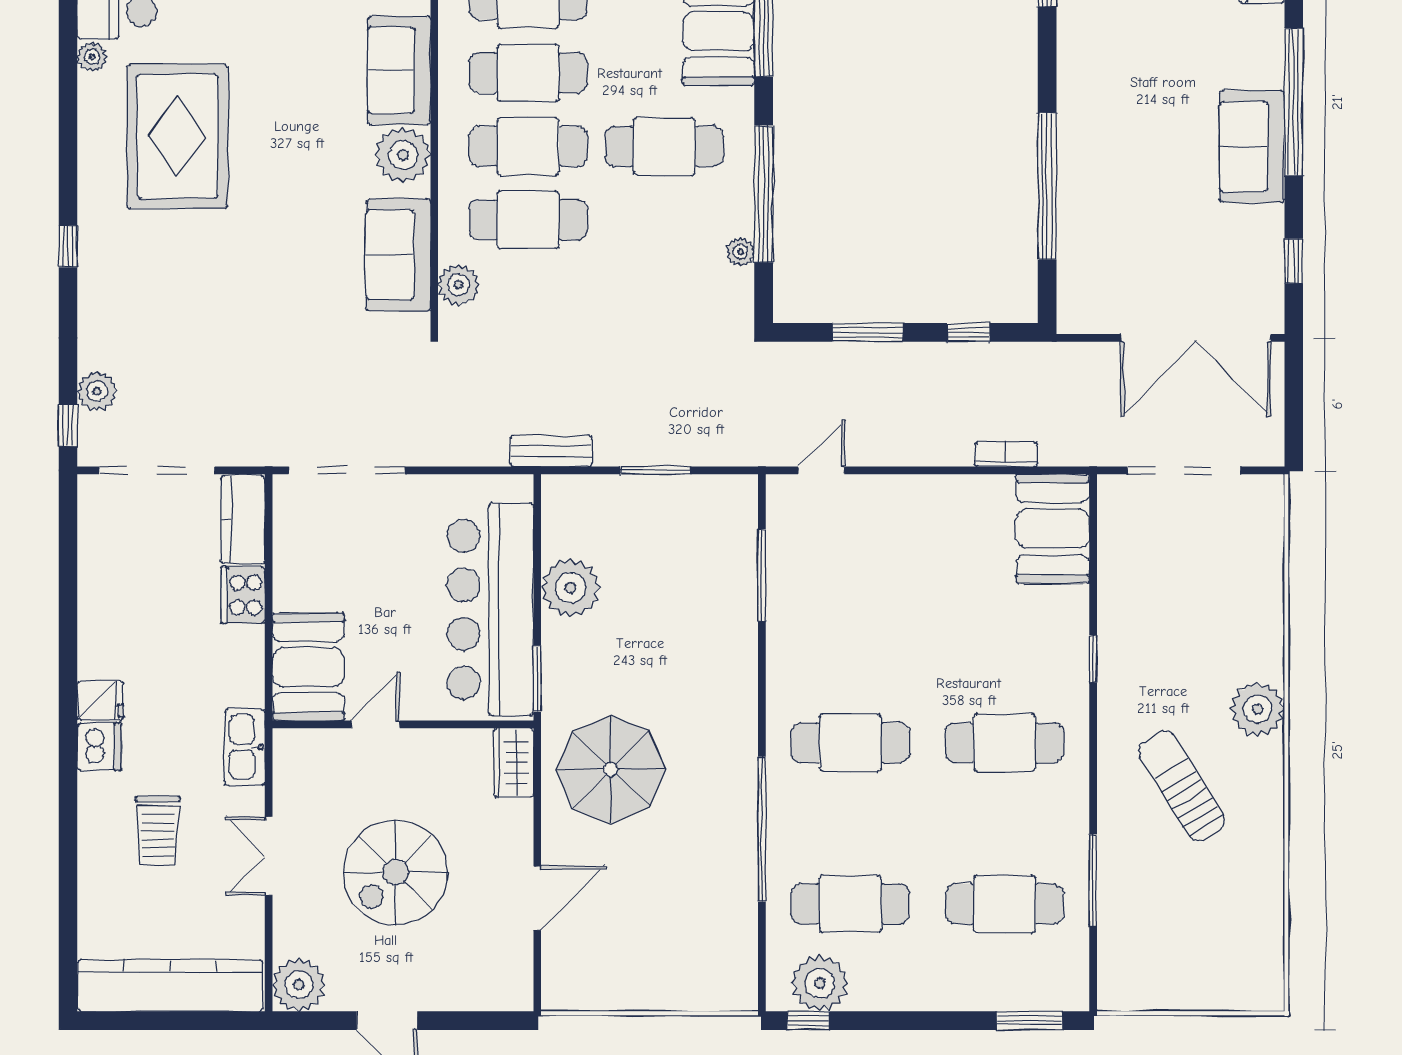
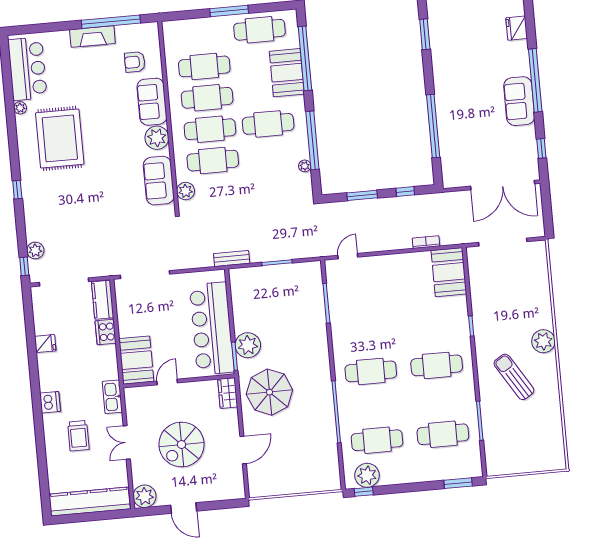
plant: (570, 588) -> (248, 345), moved
fridge: (100, 701) -> (45, 344), moved

